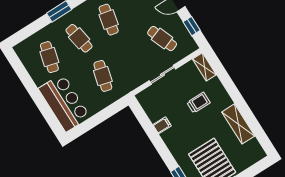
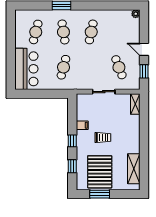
trolley: (199, 103) -> (103, 137), moved
shelving: (238, 124) -> (134, 169), moved
window: (162, 149) -> (72, 141), added

